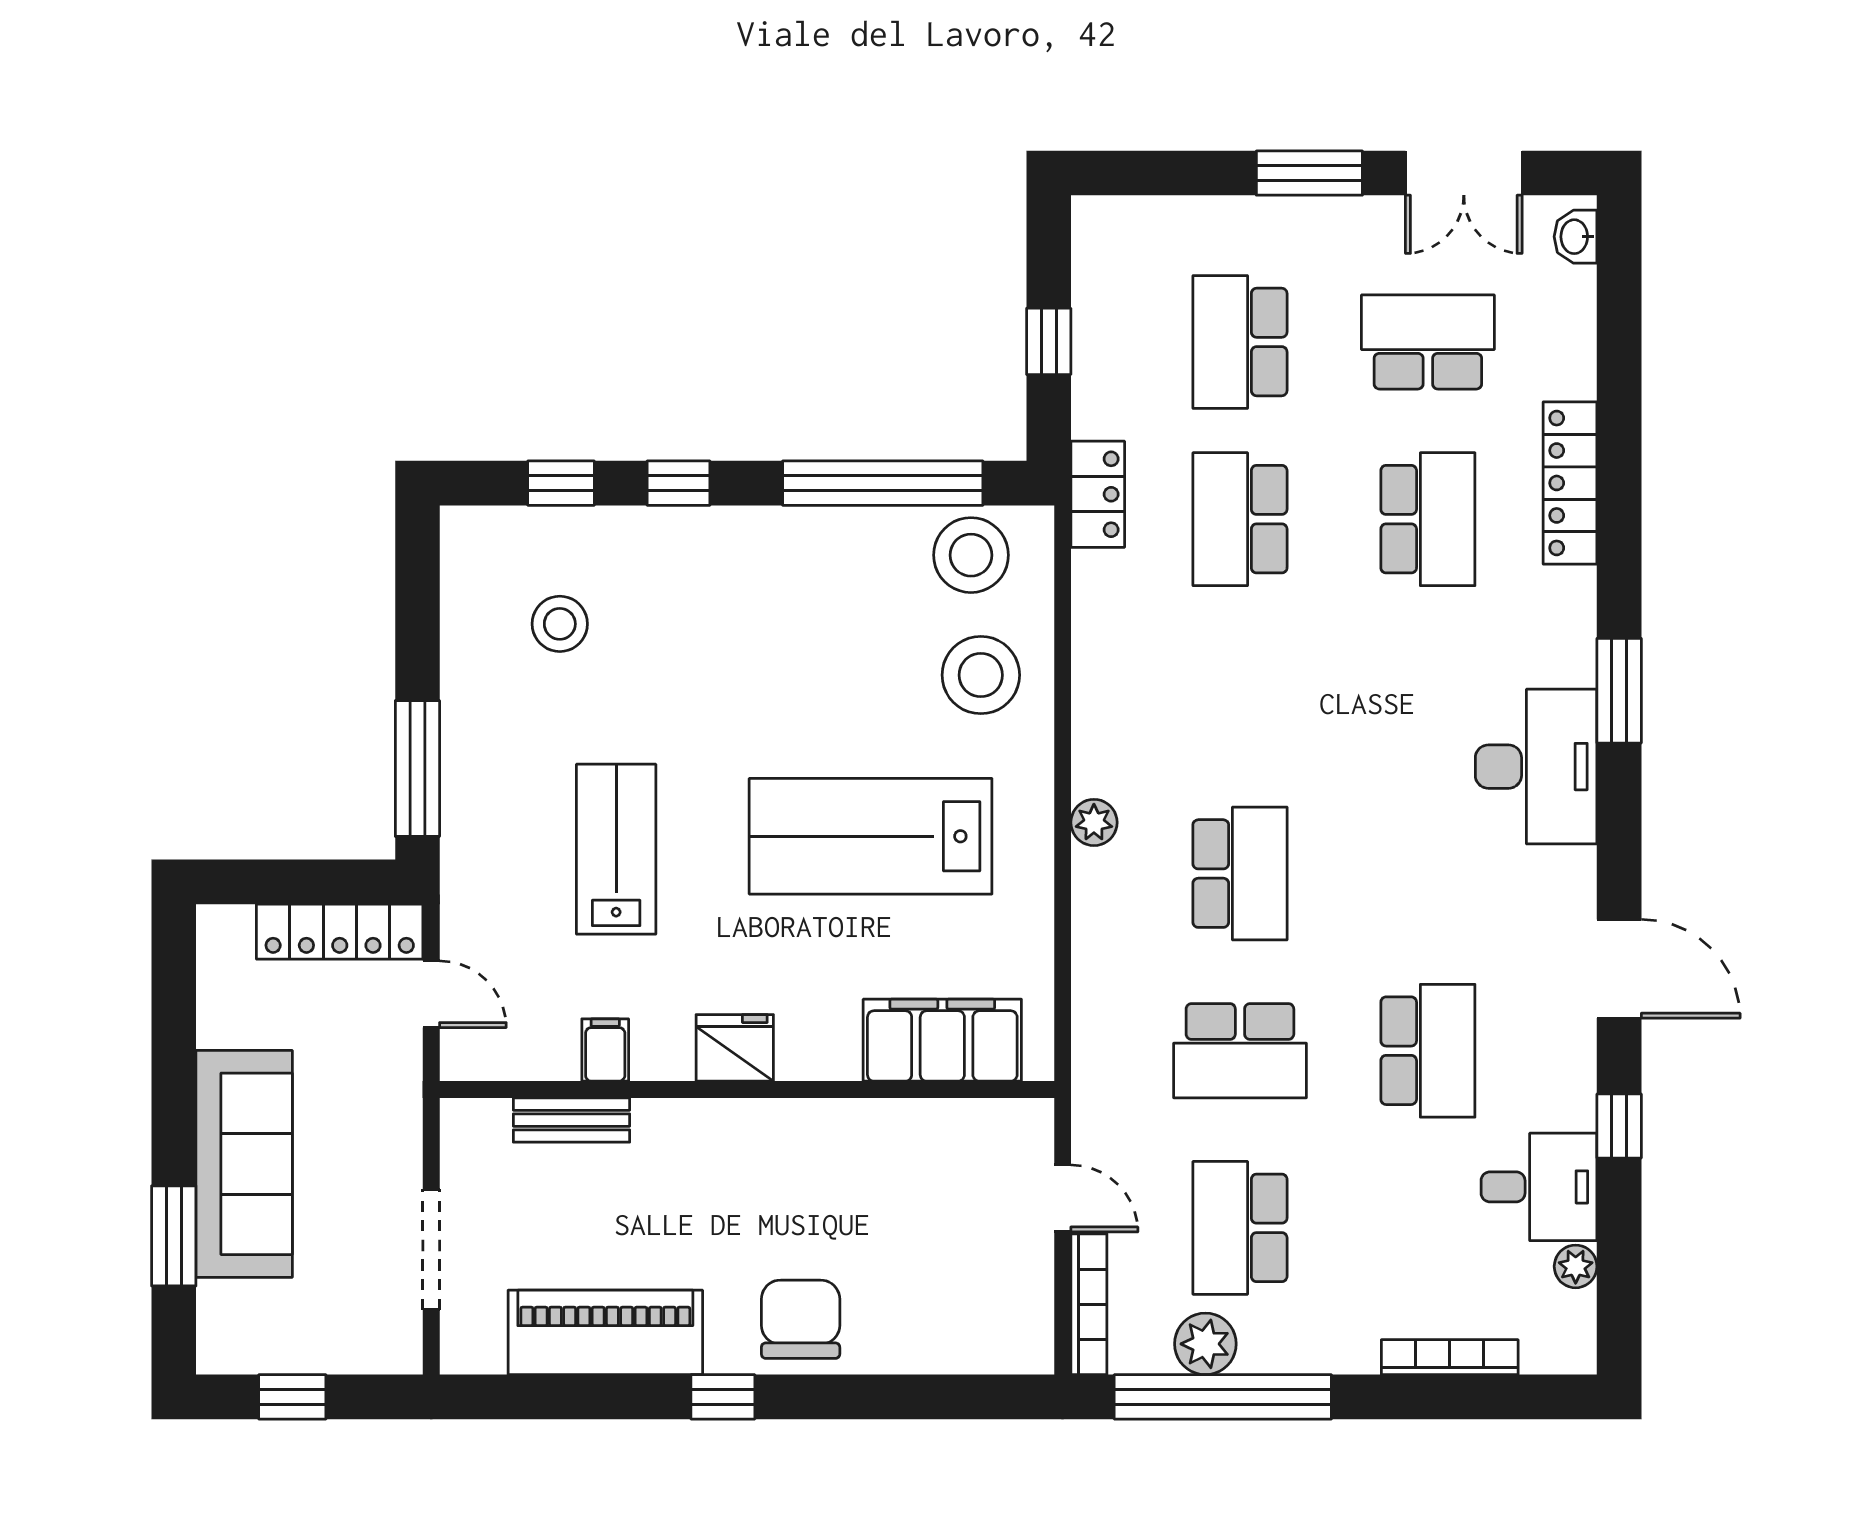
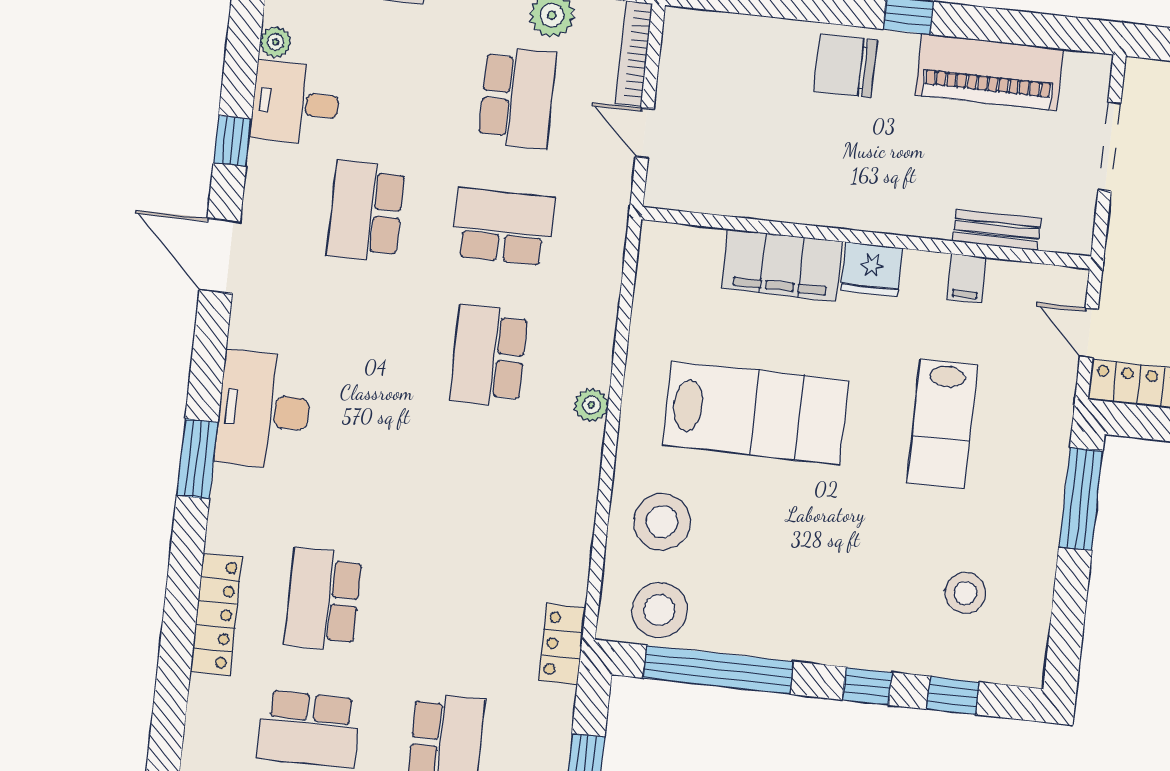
school desk: (1240, 519) -> (460, 615), removed
filing cabinet: (942, 1040) -> (782, 265), moved
chair: (801, 1319) -> (846, 66), turned 90

